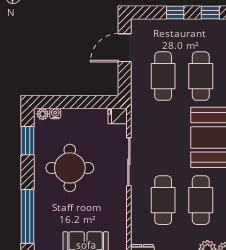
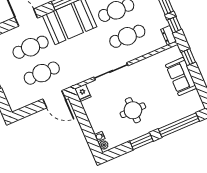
door: (125, 48) -> (54, 99), moved
window: (28, 141) -> (141, 141), moved
round table: (70, 168) -> (133, 110), width x0.73, depth x0.73

